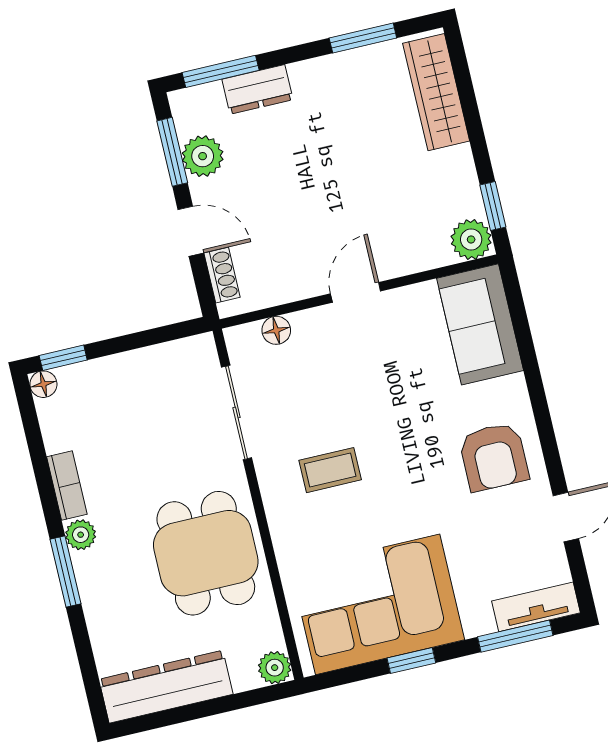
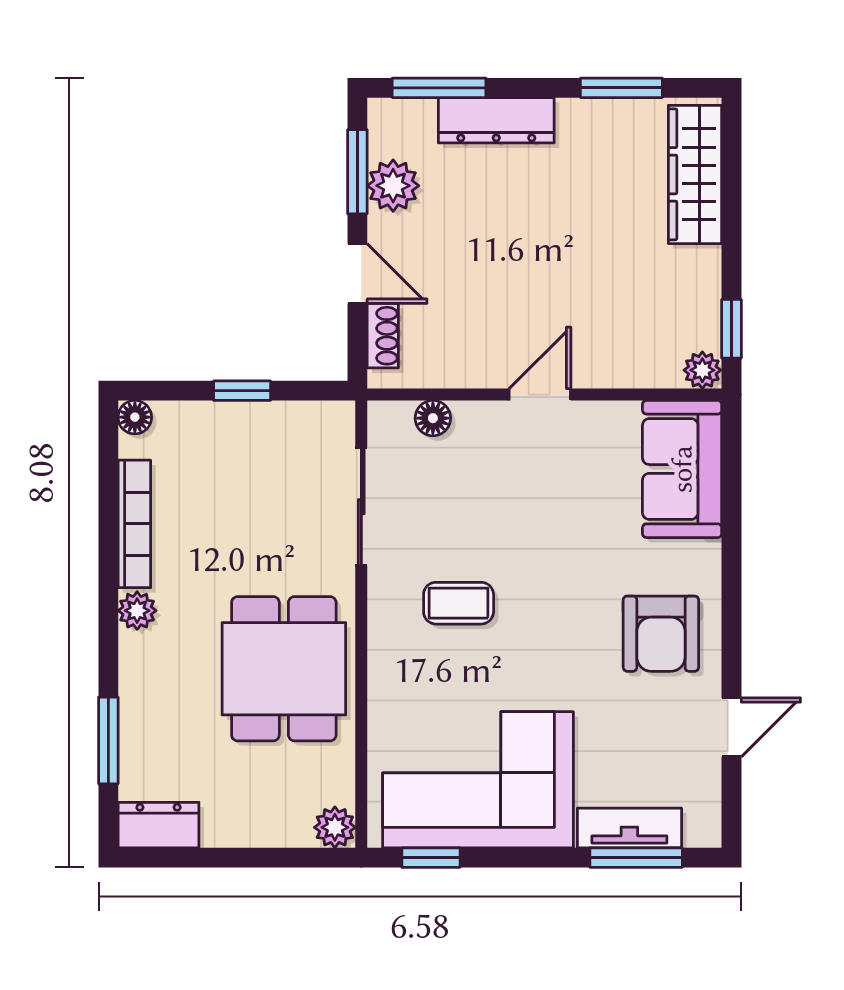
dresser: (257, 89) -> (496, 120), width x1.44
plant: (471, 239) -> (702, 370), width x0.73, depth x0.73
window: (63, 358) -> (242, 391), moved
bookcase: (67, 485) -> (134, 524), width x1.56
window: (66, 572) -> (108, 740), moved
tv unit: (536, 607) -> (629, 828), moved
window: (411, 661) -> (431, 858), moved
dresser: (166, 687) -> (159, 825), width x0.51, depth x0.80

